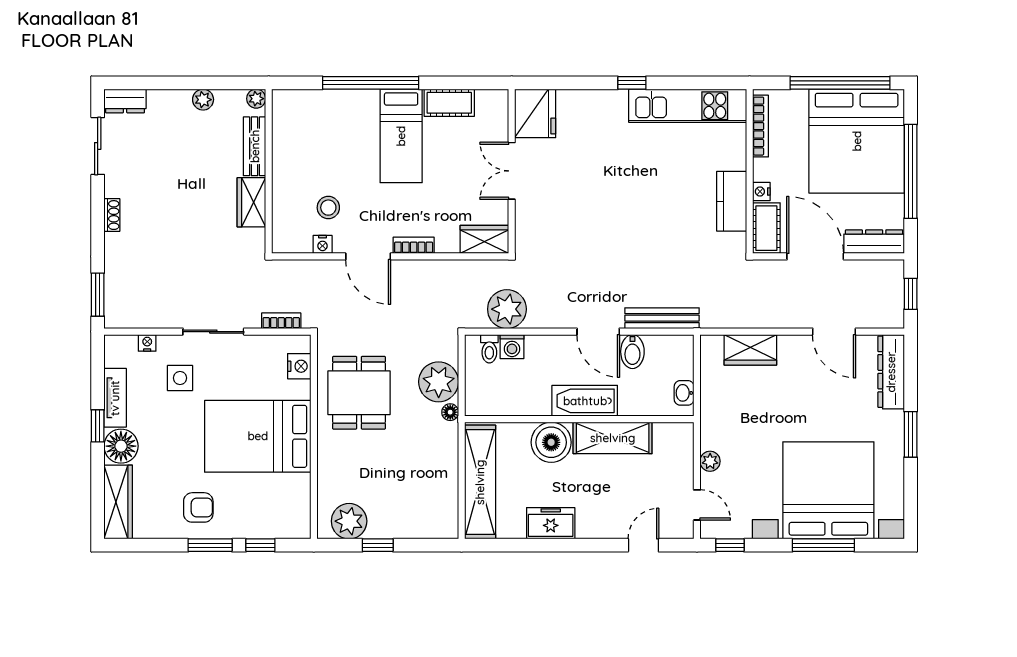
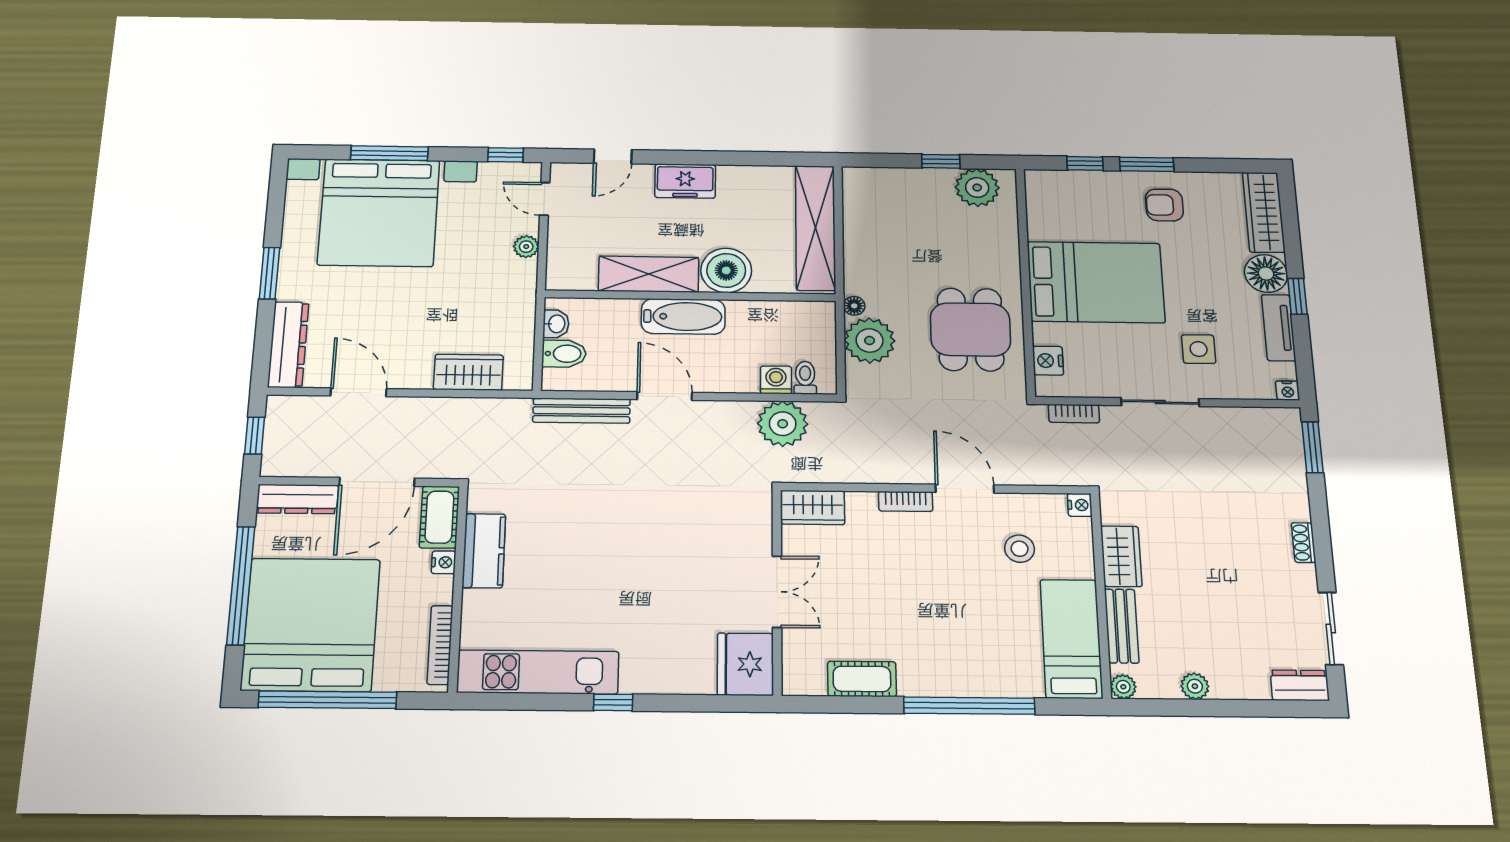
bed: (401, 136) -> (1071, 639), moved
nightstand: (323, 244) -> (1080, 505), moved, turned 90
door: (815, 256) -> (377, 482), hinge flipped
nightstand: (147, 343) -> (1288, 390), moved
bidet: (632, 352) -> (564, 354), moved, turned 90
freezer: (551, 523) -> (685, 181), moved

